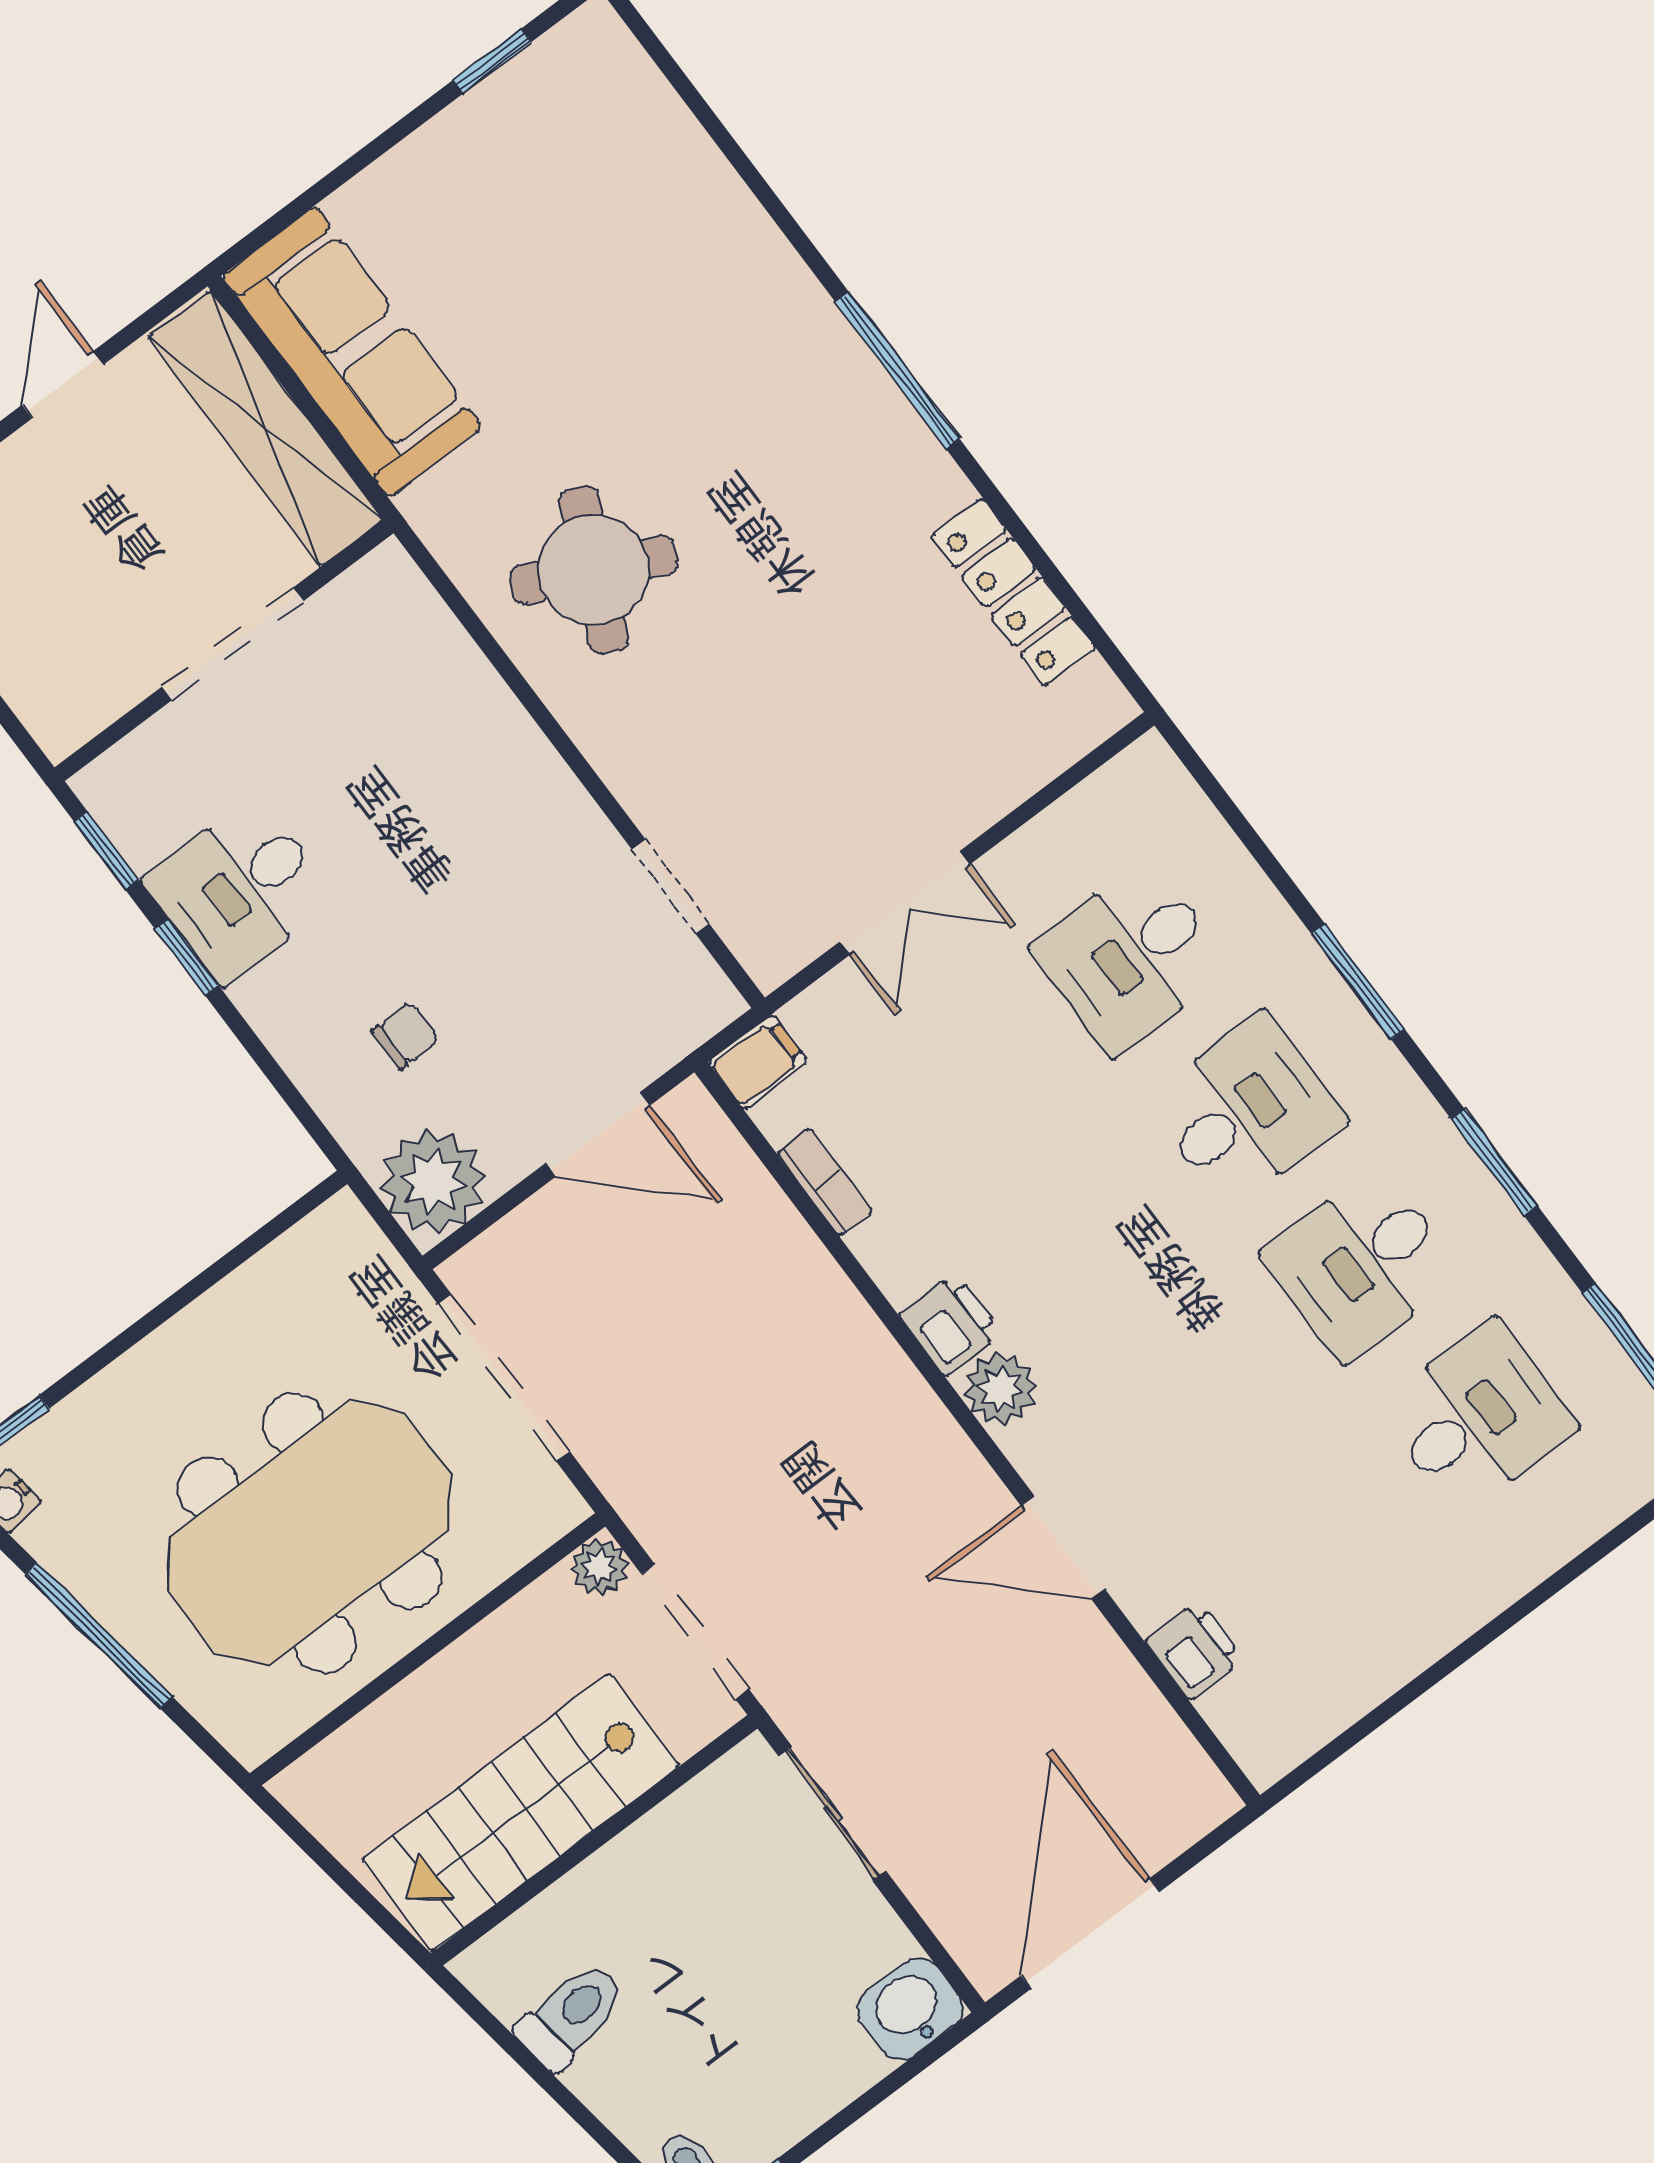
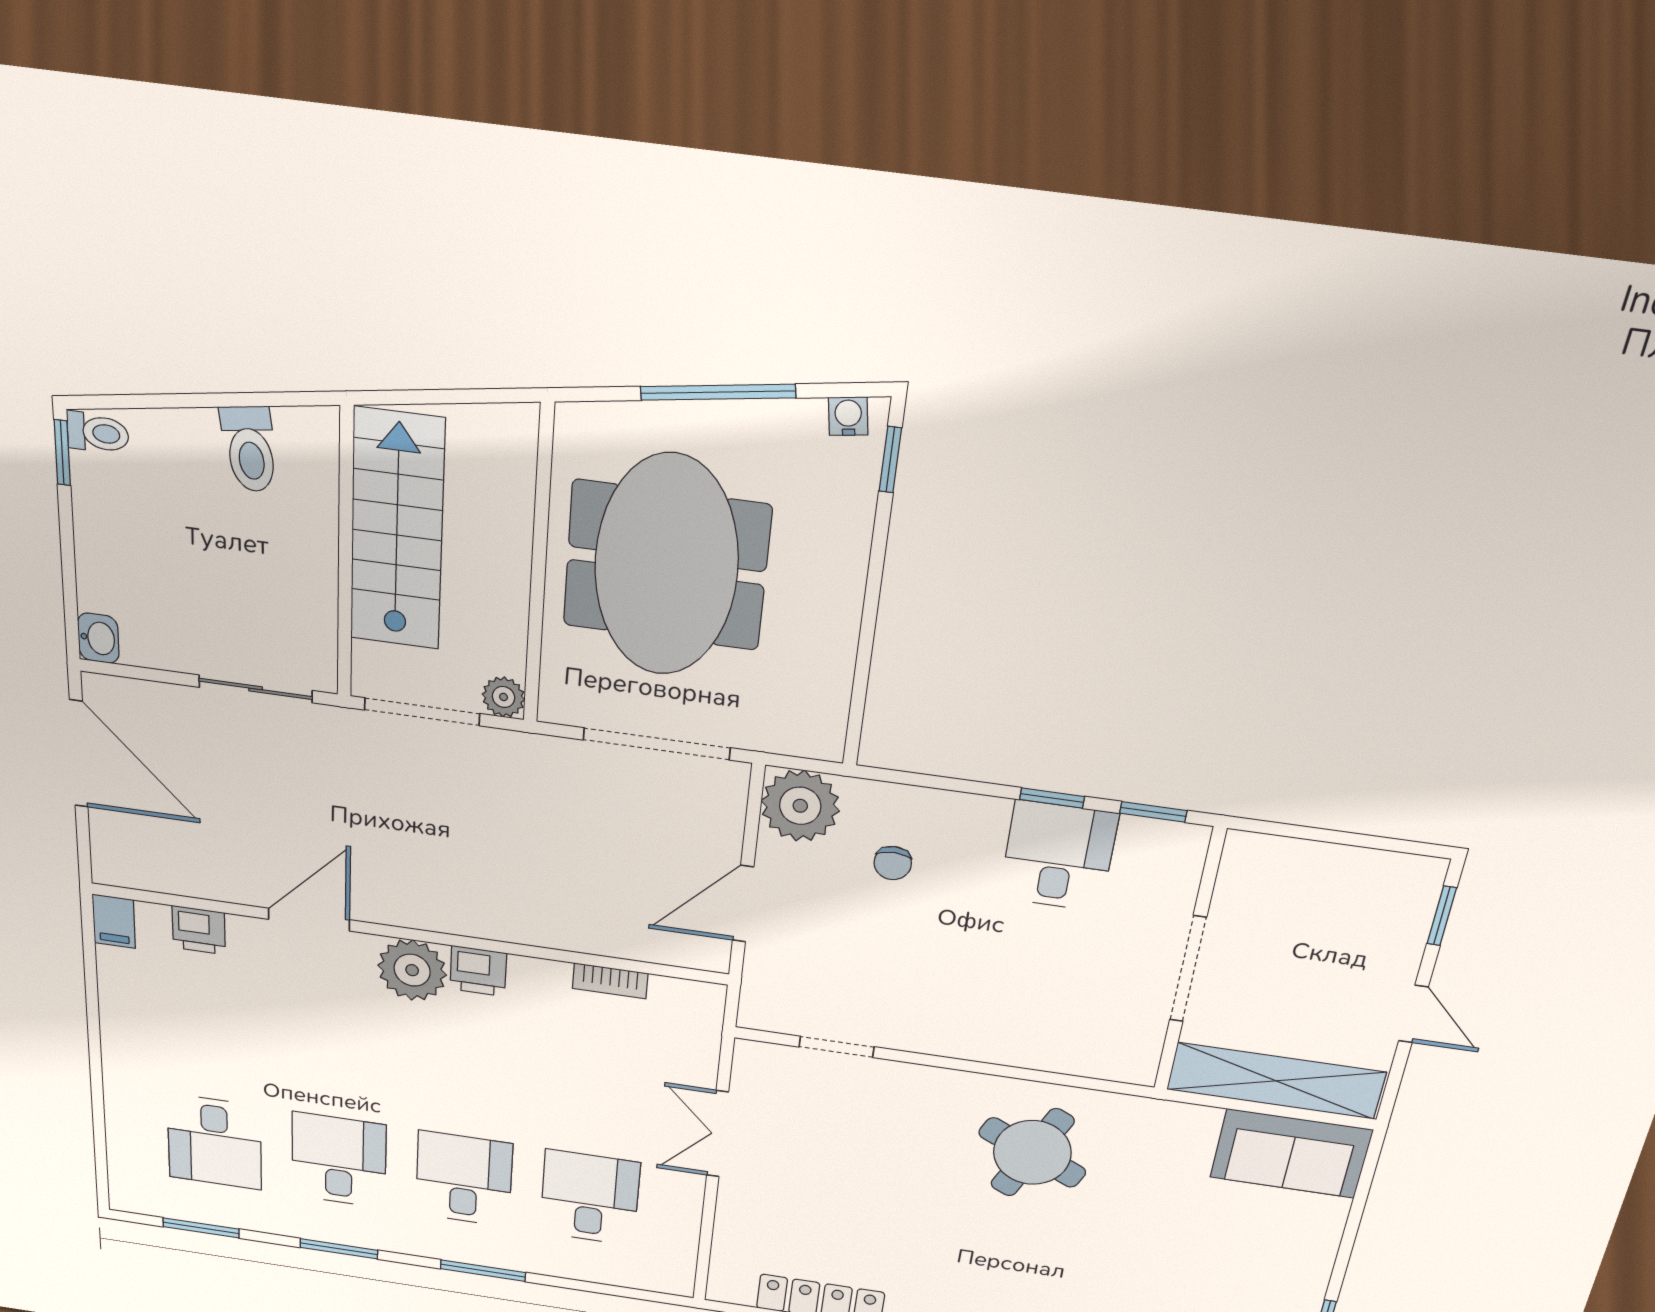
sofa: (352, 352) -> (1291, 1154), width x0.73
filing cabinet: (758, 1062) -> (114, 921), moved
desk: (1246, 1111) -> (464, 1179), turned 180
plant: (1000, 1389) -> (412, 970), width x1.36, depth x1.36
washbasin: (910, 2009) -> (98, 638), width x0.72, depth x0.69

